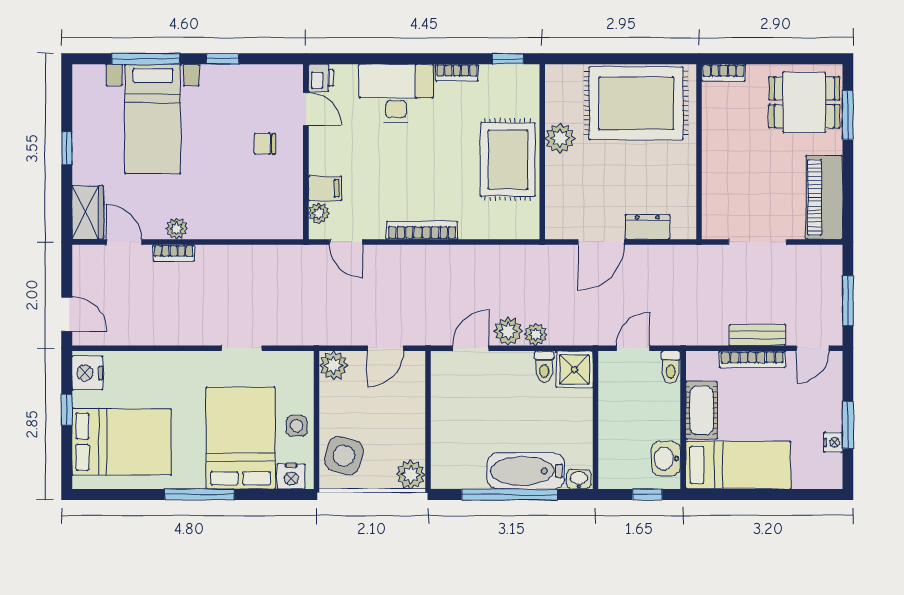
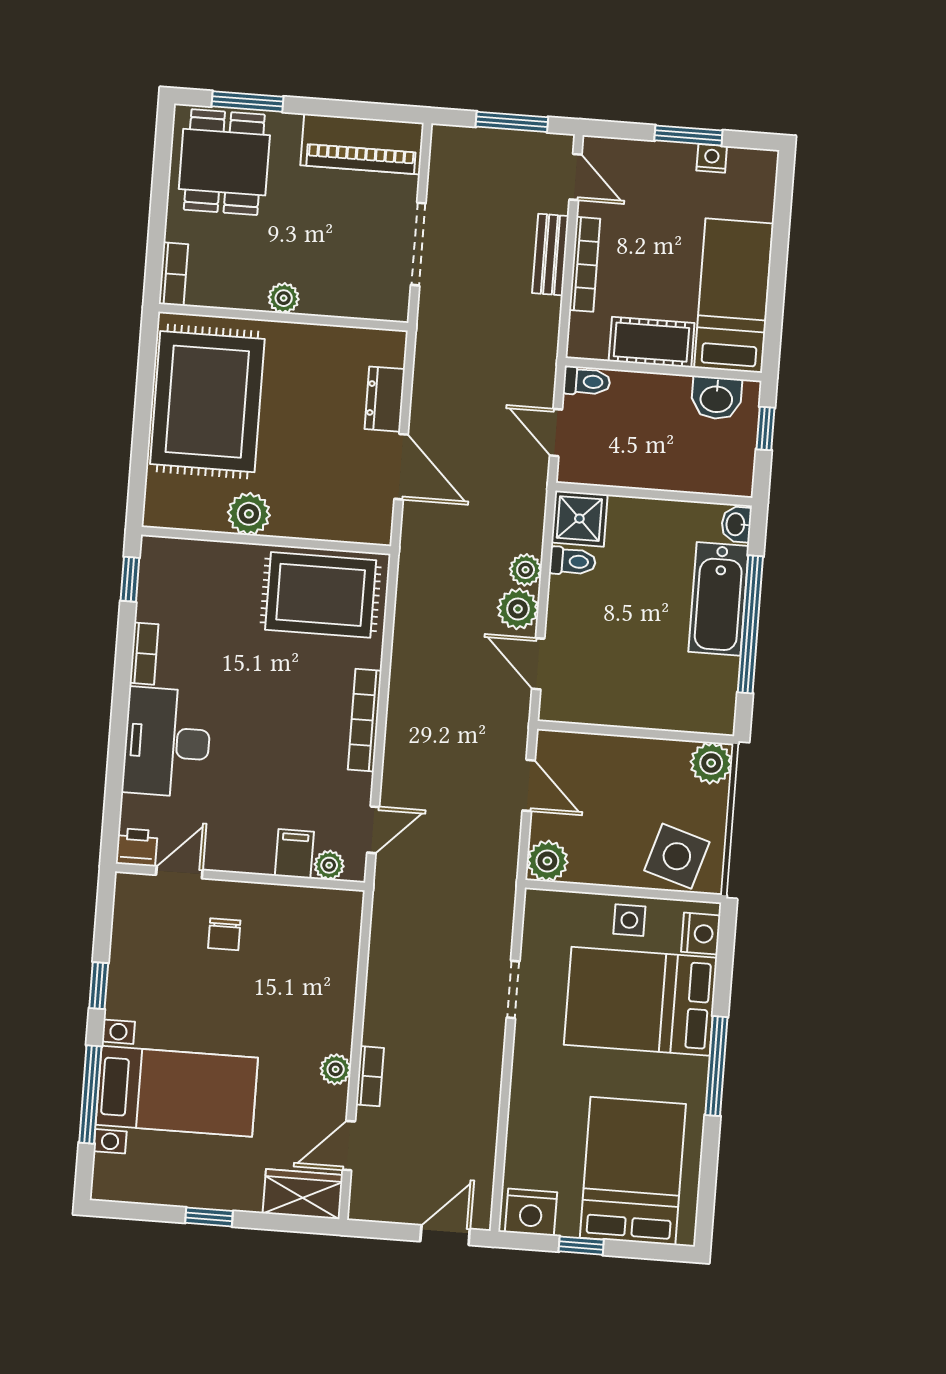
plant: (713, 151) -> (284, 298), added
rug: (508, 160) -> (321, 595), moved

